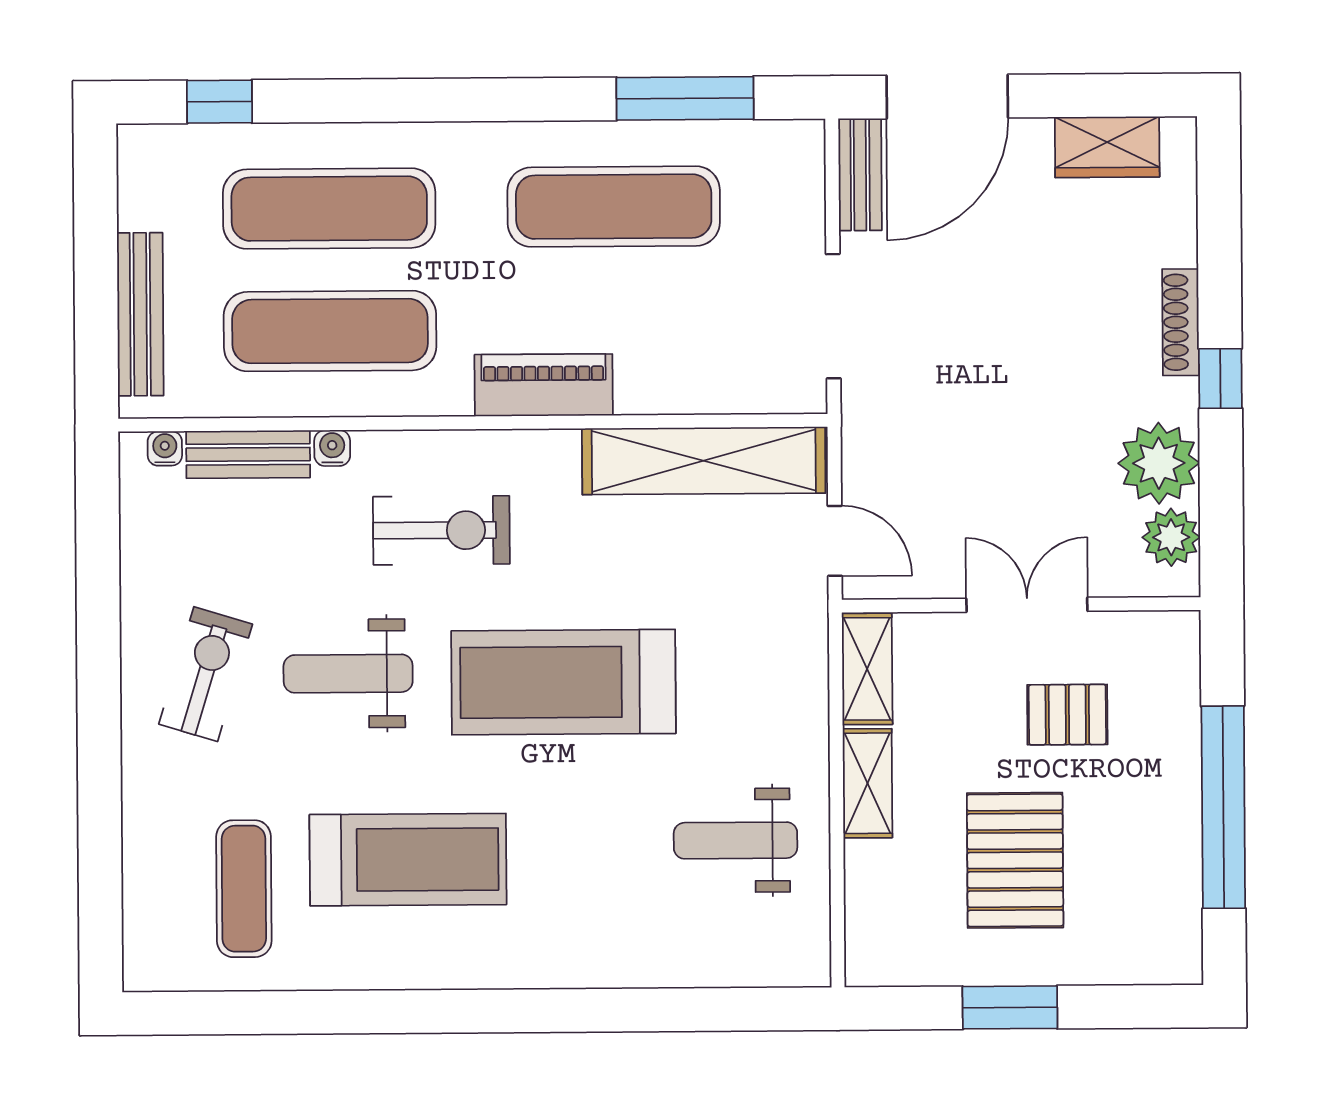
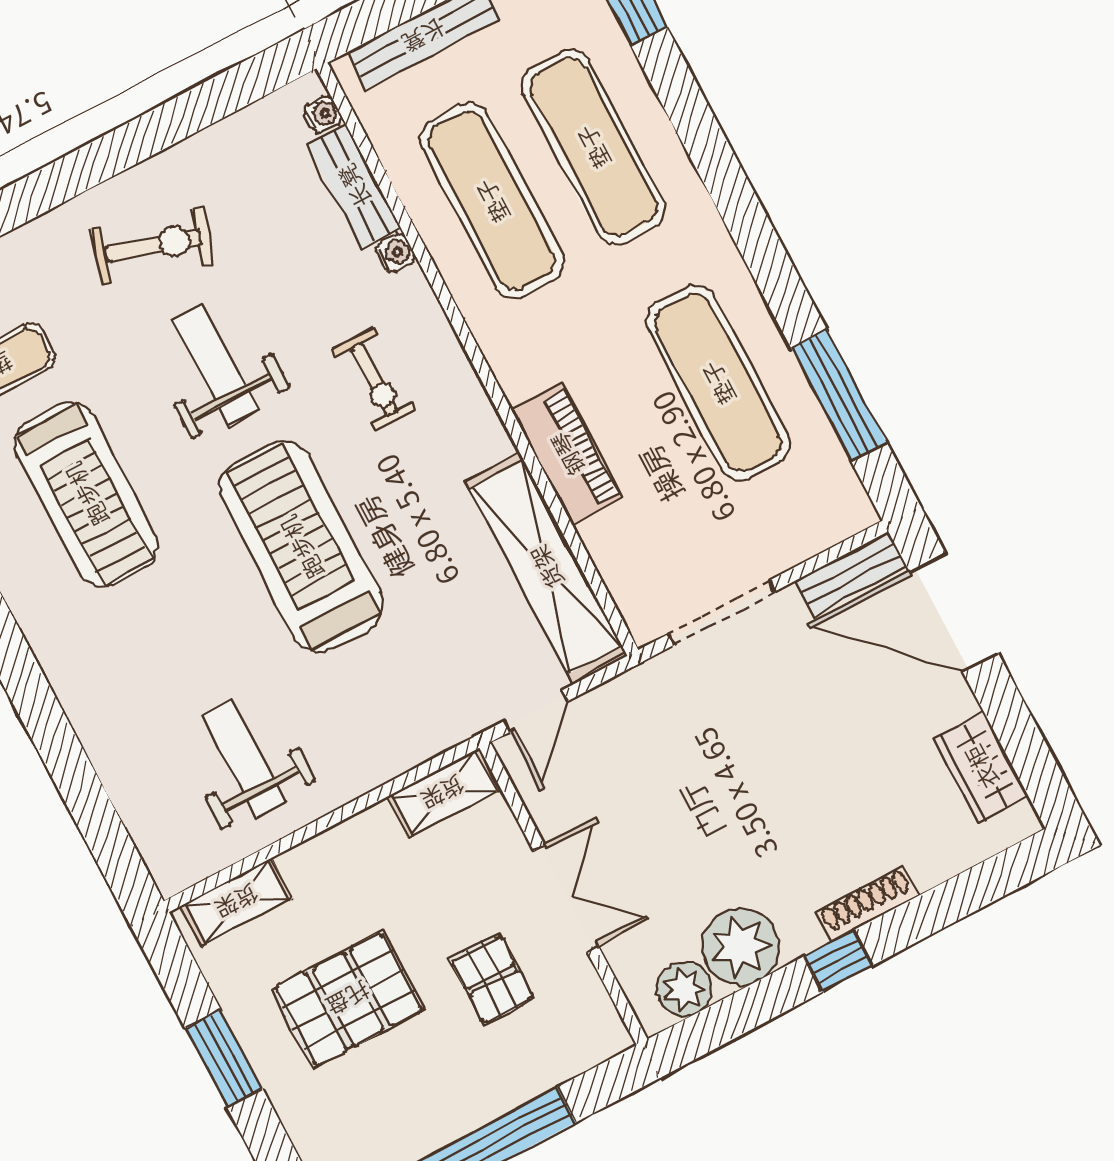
piano: (544, 385) -> (567, 454), moved
exercise bike: (441, 530) -> (374, 379), width x0.73, depth x0.72
shelving: (867, 783) -> (237, 902), moved

